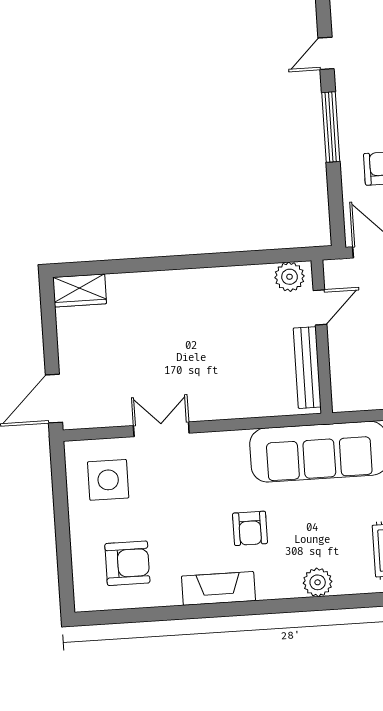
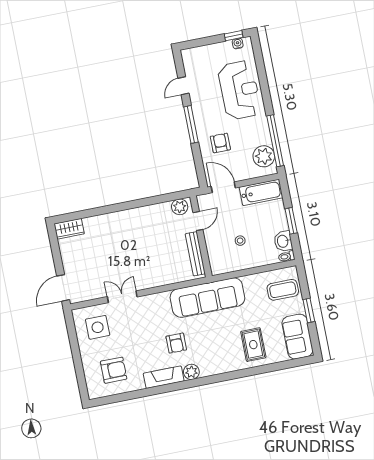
plant: (318, 582) -> (191, 372), moved

